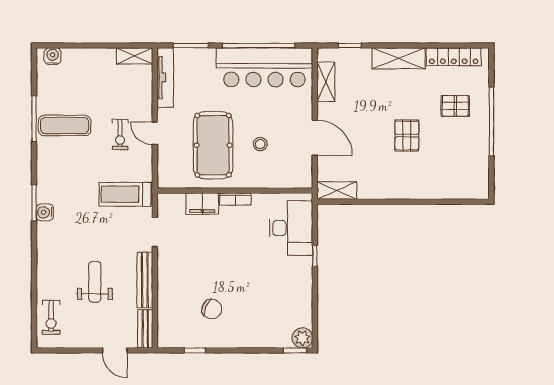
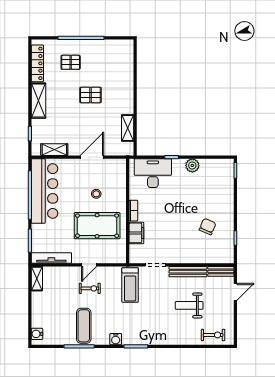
pallet: (455, 106) -> (71, 62), turned 90
shelving: (337, 191) -> (128, 128), moved
water cooler: (45, 212) -> (116, 339), moved
plant: (302, 338) -> (192, 165), moved

